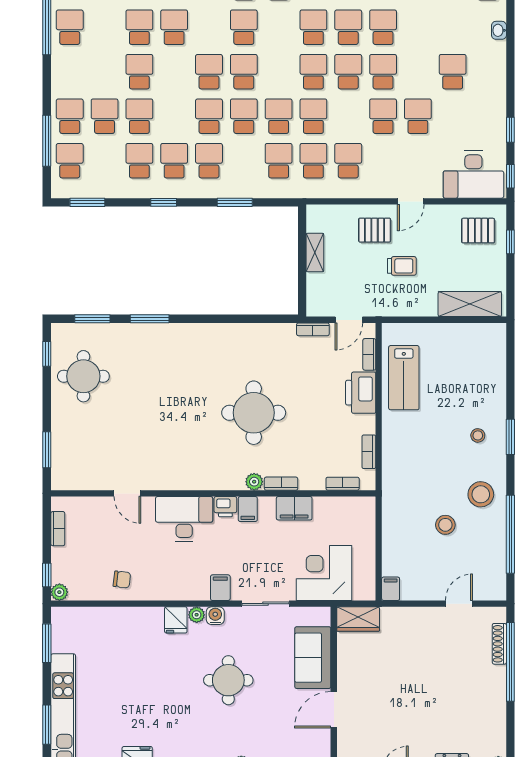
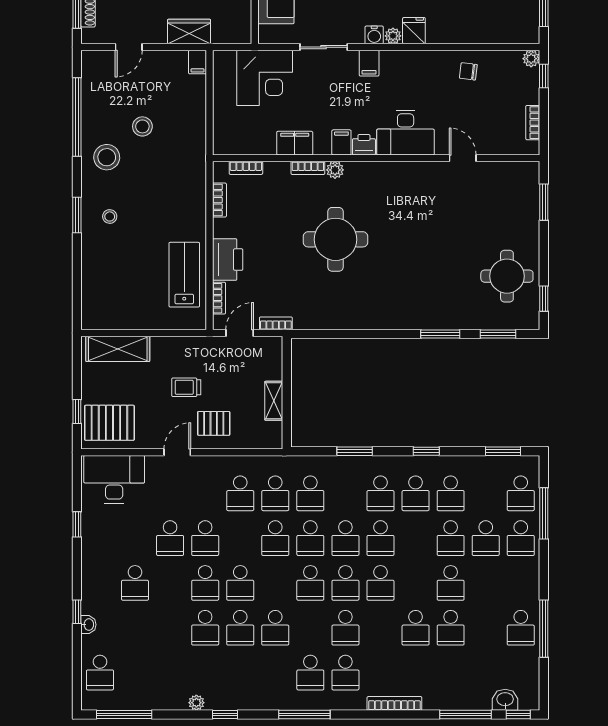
school desk: (313, 72) -> (310, 583), moved
window: (510, 176) -> (77, 612), moved
pallet: (478, 231) -> (109, 423), width x1.50, depth x1.42
wardrobe: (358, 619) -> (189, 32), moved

